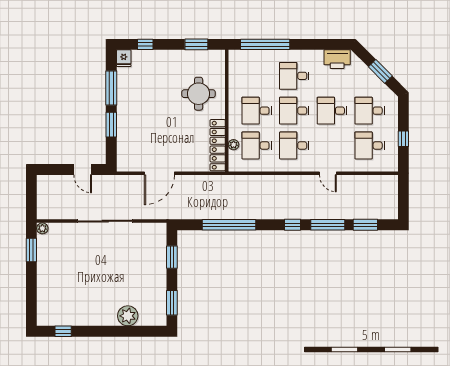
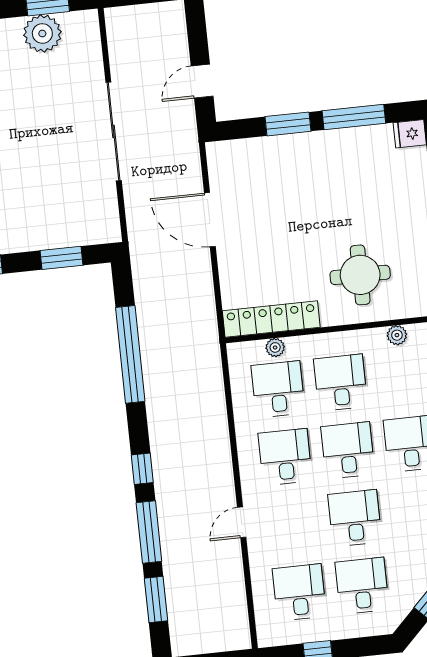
plant: (234, 77) -> (397, 335), added
plant: (42, 228) -> (42, 33), moved, width x1.88, depth x1.88

